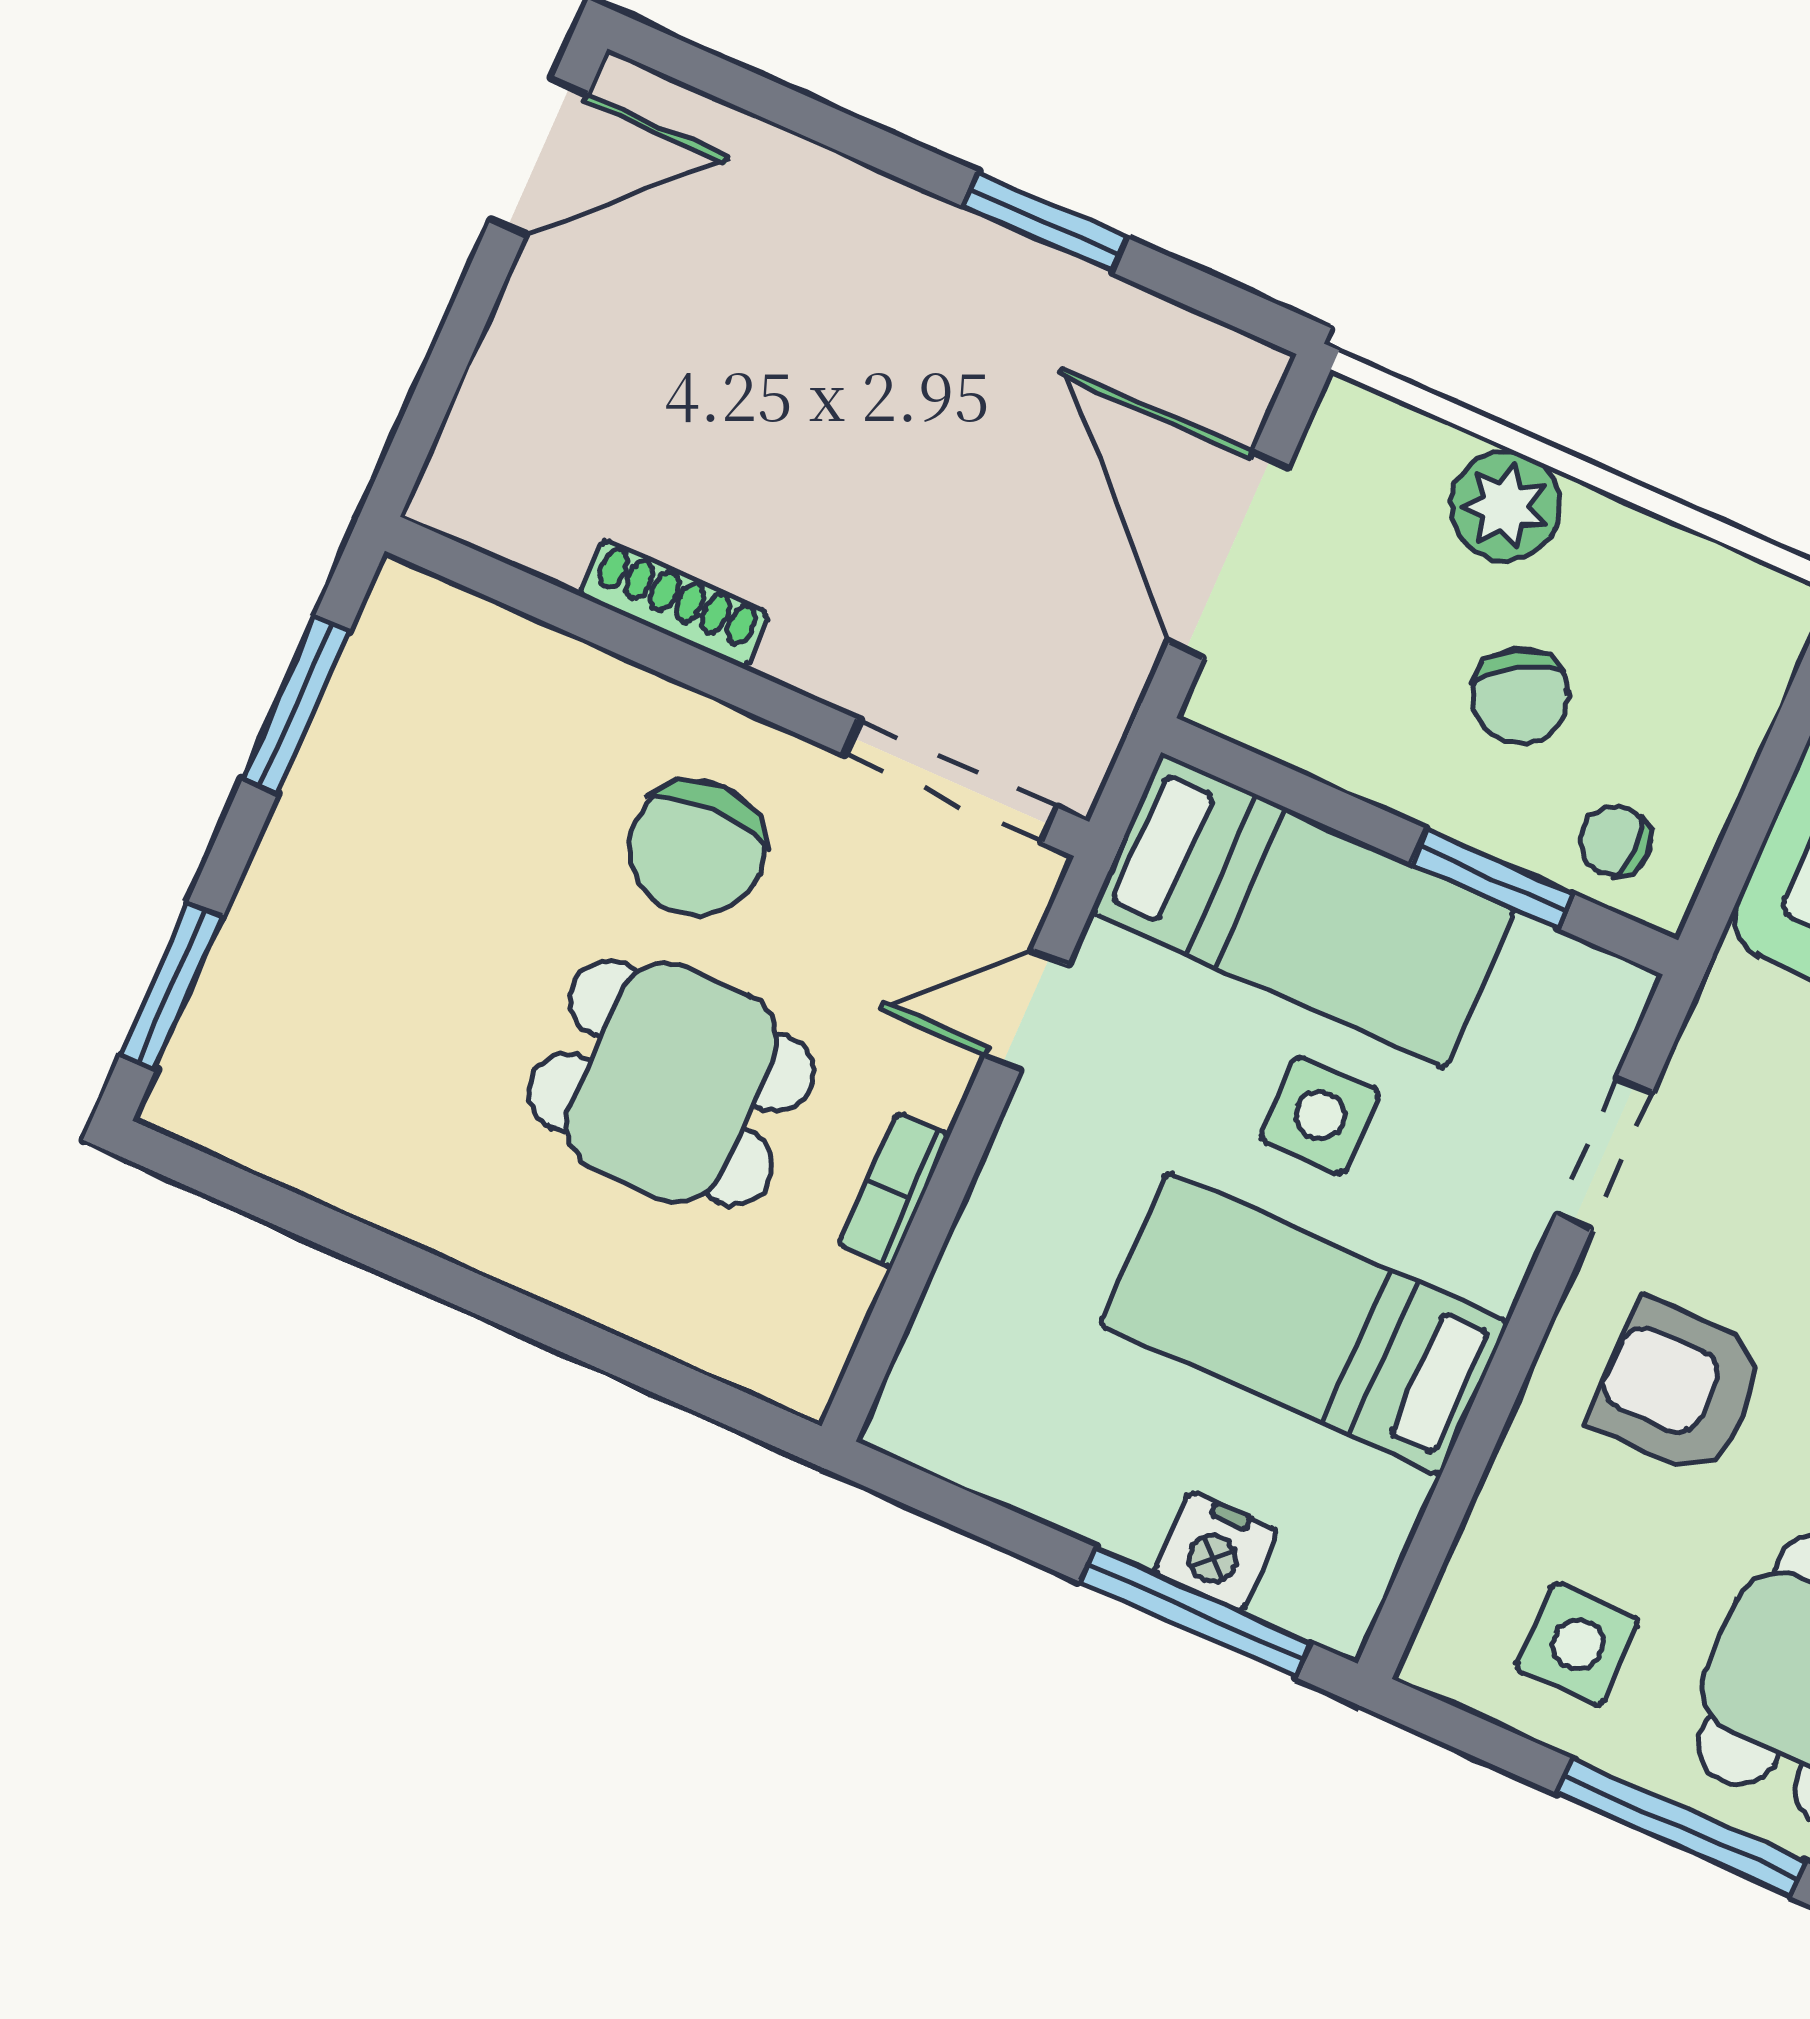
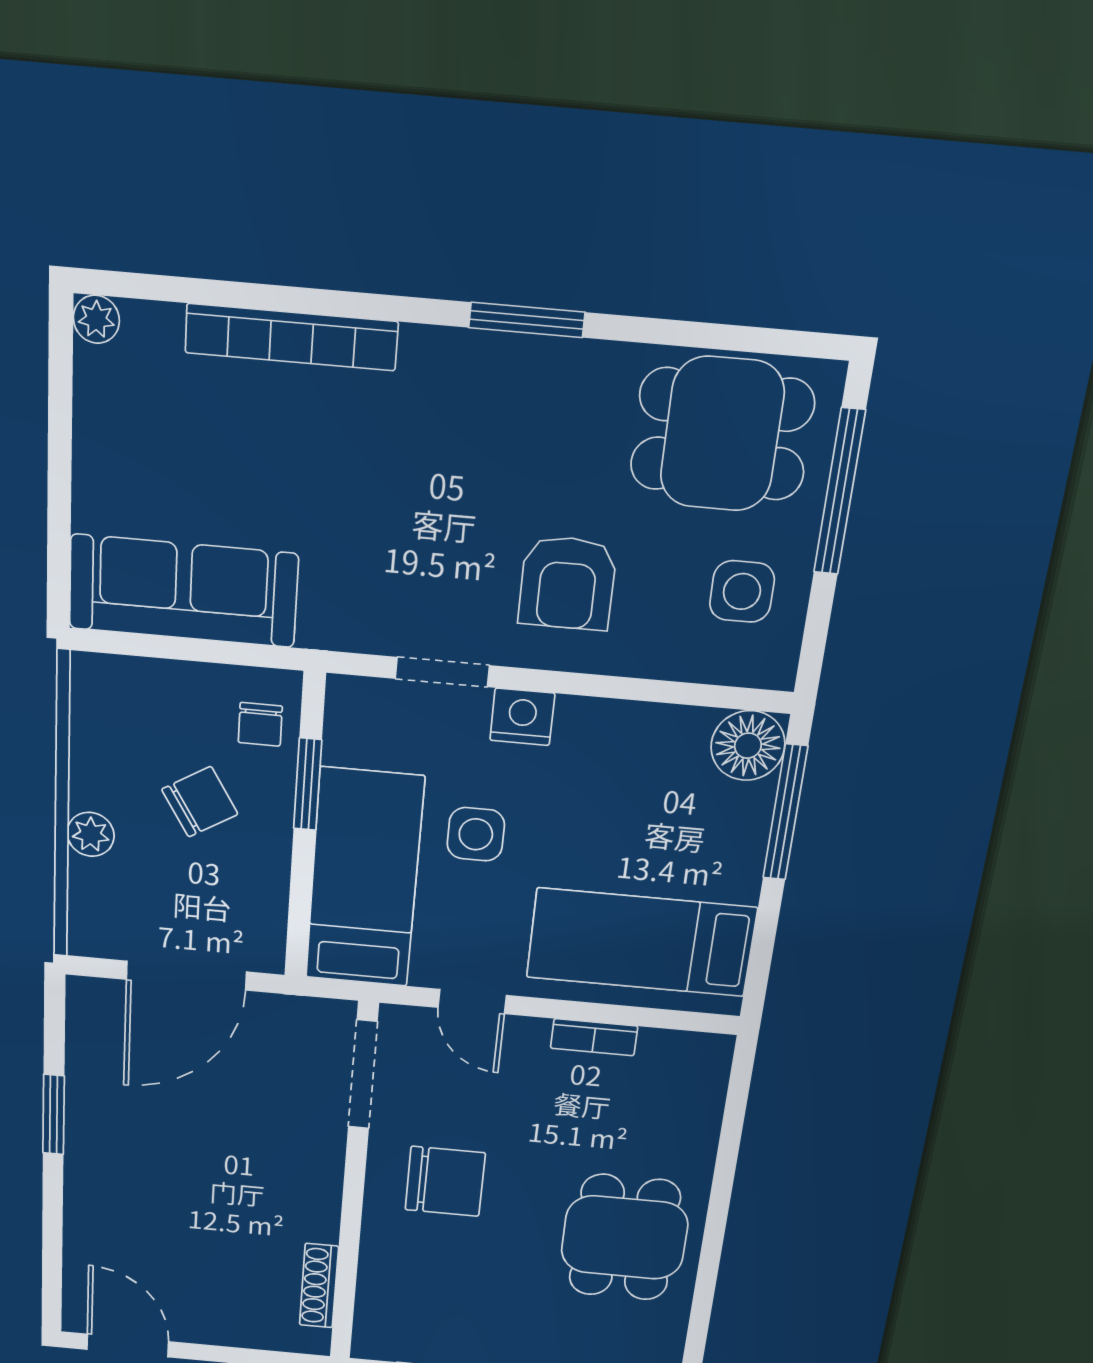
plant: (1505, 506) -> (91, 834), width x0.73, depth x0.73
shoe rack: (674, 604) -> (319, 1286), moved
dining table: (671, 1083) -> (625, 1238), moved
bed: (1304, 1323) -> (641, 942), moved, turned 90
nightstand: (1215, 1552) -> (522, 717), moved, turned -90
floor lamp: (1327, 1585) -> (748, 746), added

